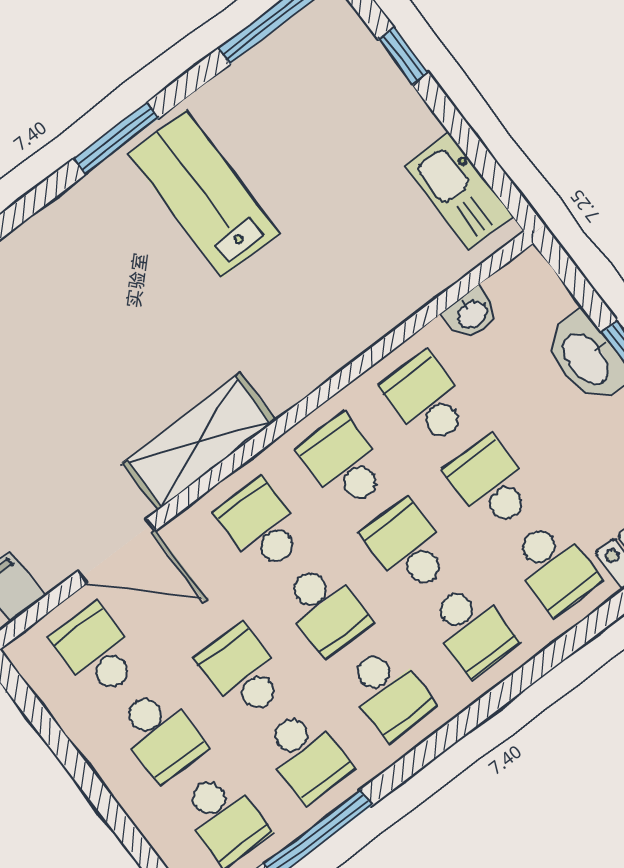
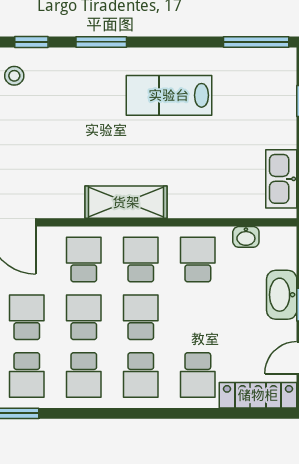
window: (116, 138) -> (101, 42), moved
lab bench: (204, 194) -> (169, 95), turned -90
shelving: (199, 442) -> (126, 202), moved
school desk: (490, 483) -> (198, 317), removed
school desk: (325, 609) -> (84, 317), turned 180

